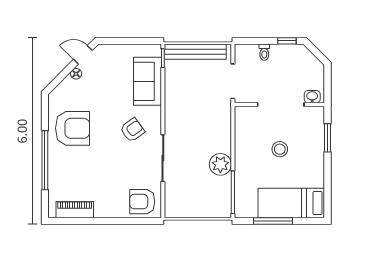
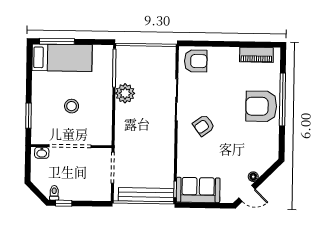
toilet: (264, 52) -> (54, 193), moved
sofa: (147, 81) -> (198, 190), moved, turned -90
armchair: (73, 128) -> (261, 106), moved
window: (273, 221) -> (57, 41), moved

